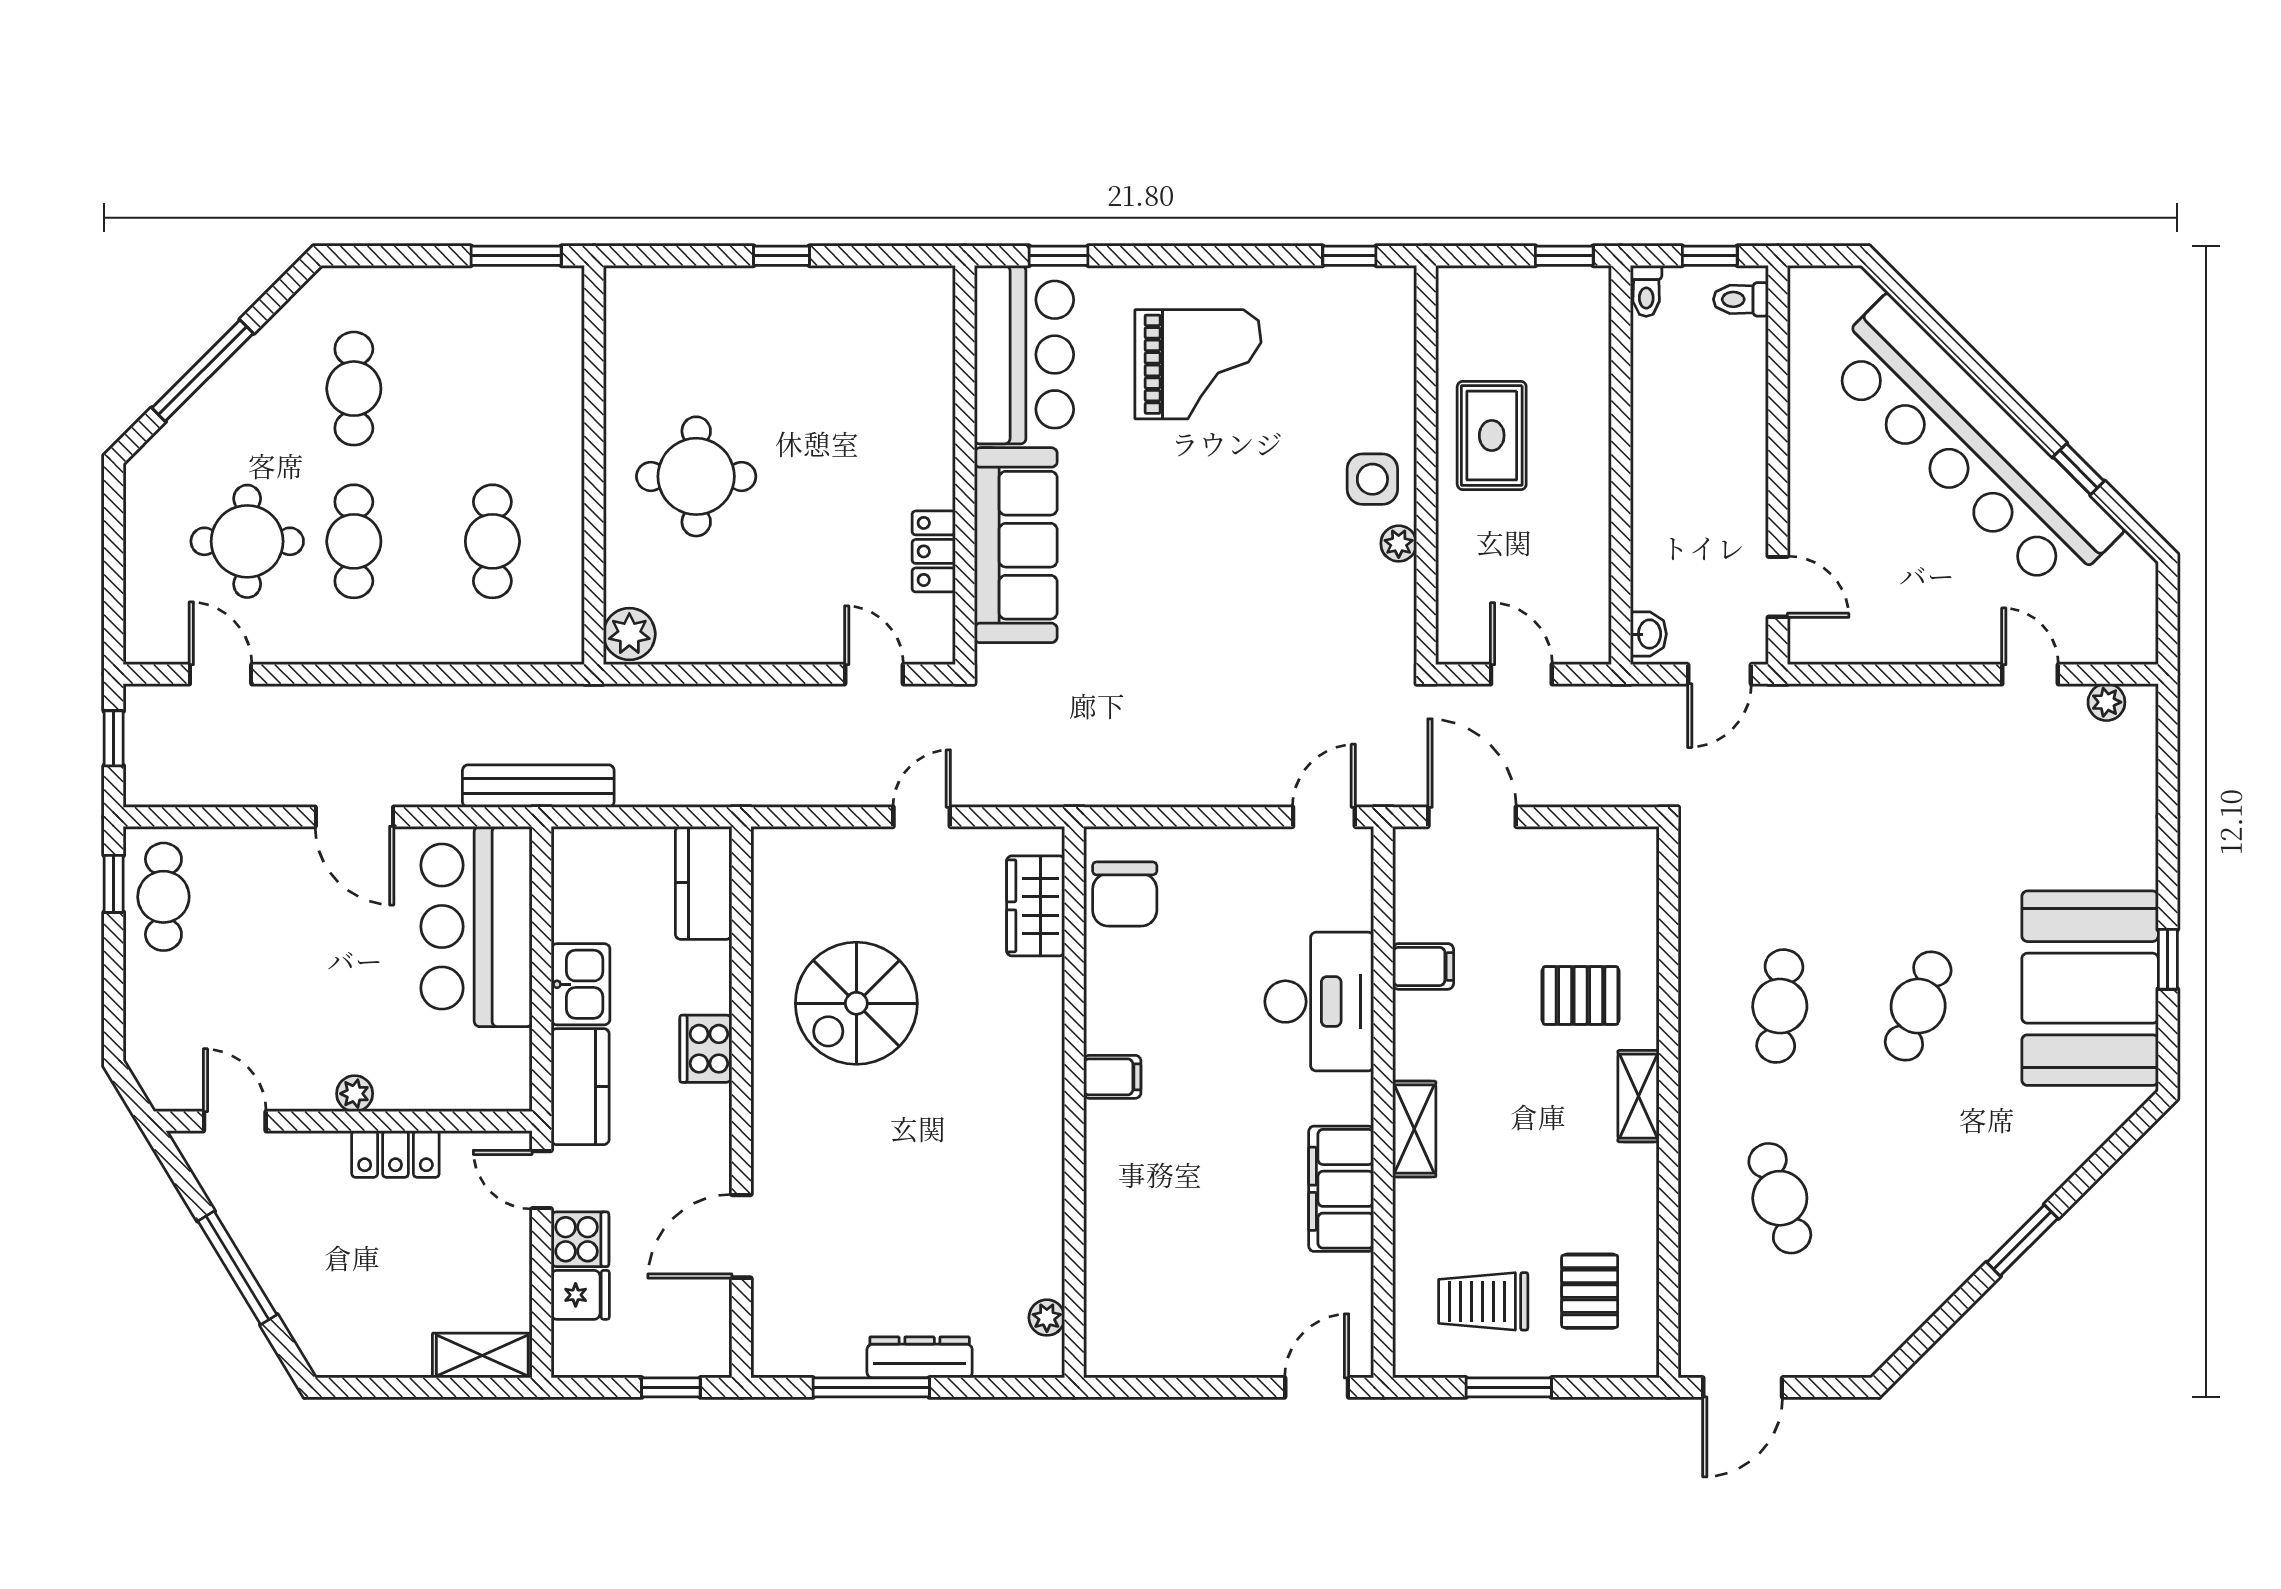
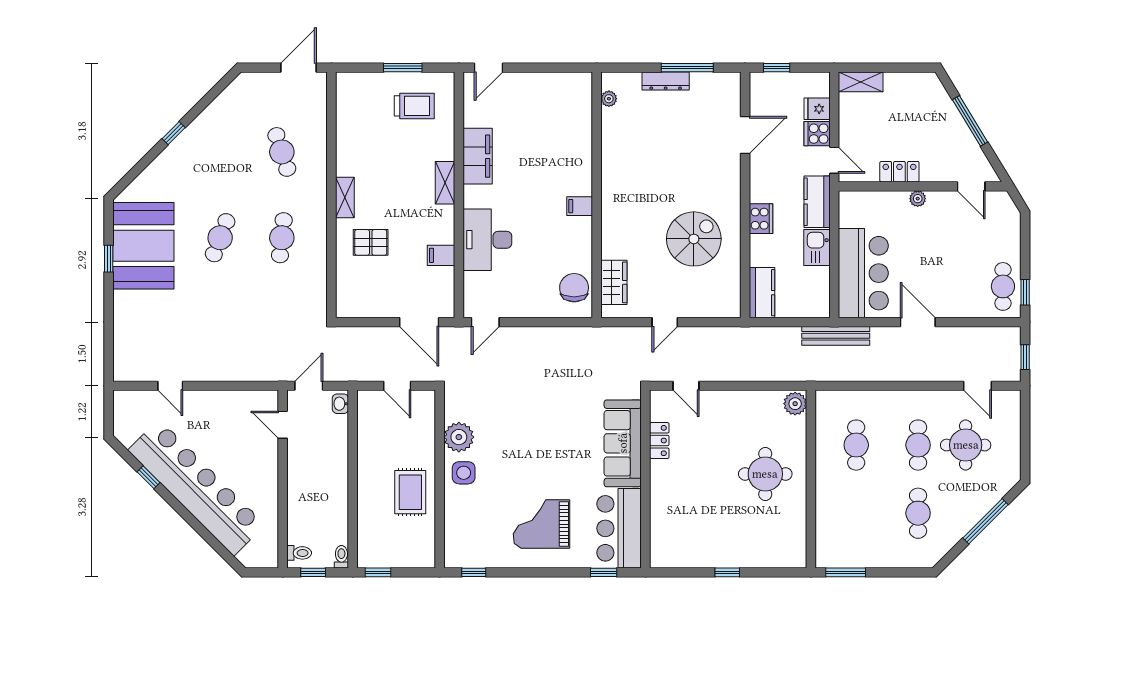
plant: (1399, 544) -> (459, 437), width x1.87, depth x1.87
plant: (2106, 702) -> (136, 373), removed
window: (2022, 1240) -> (174, 133), width x0.67
pallet: (1590, 1291) -> (367, 110), removed

